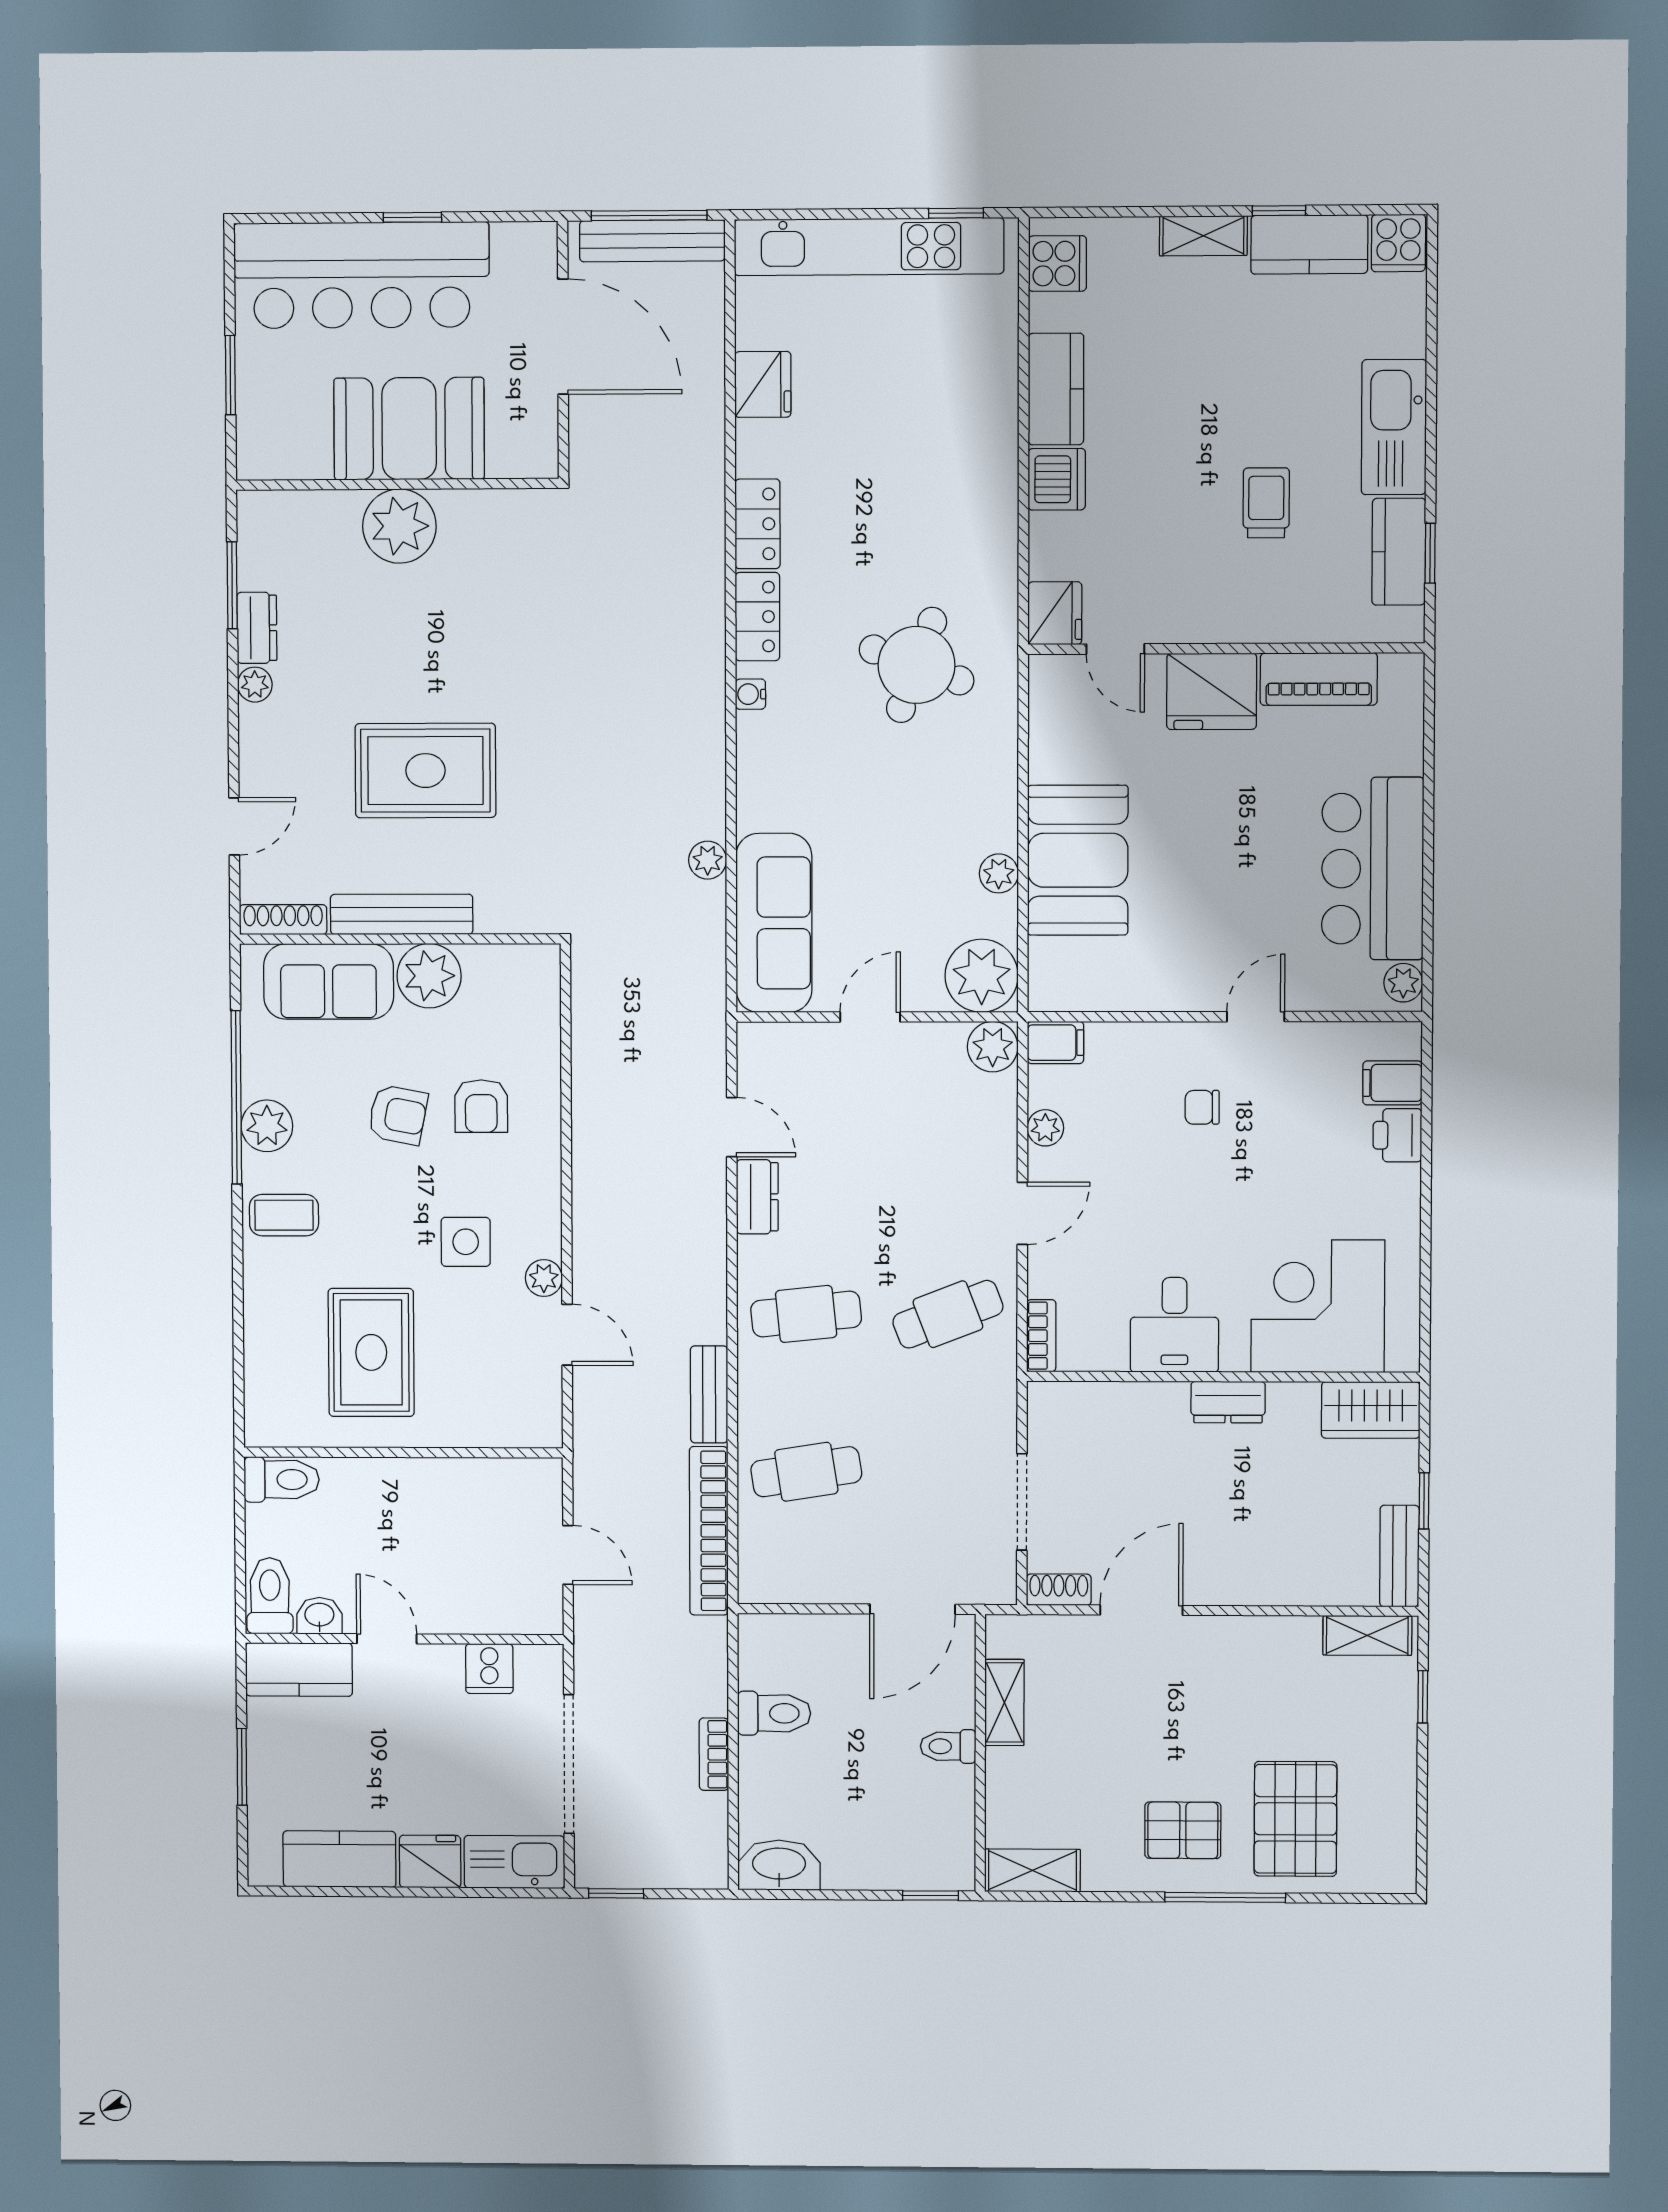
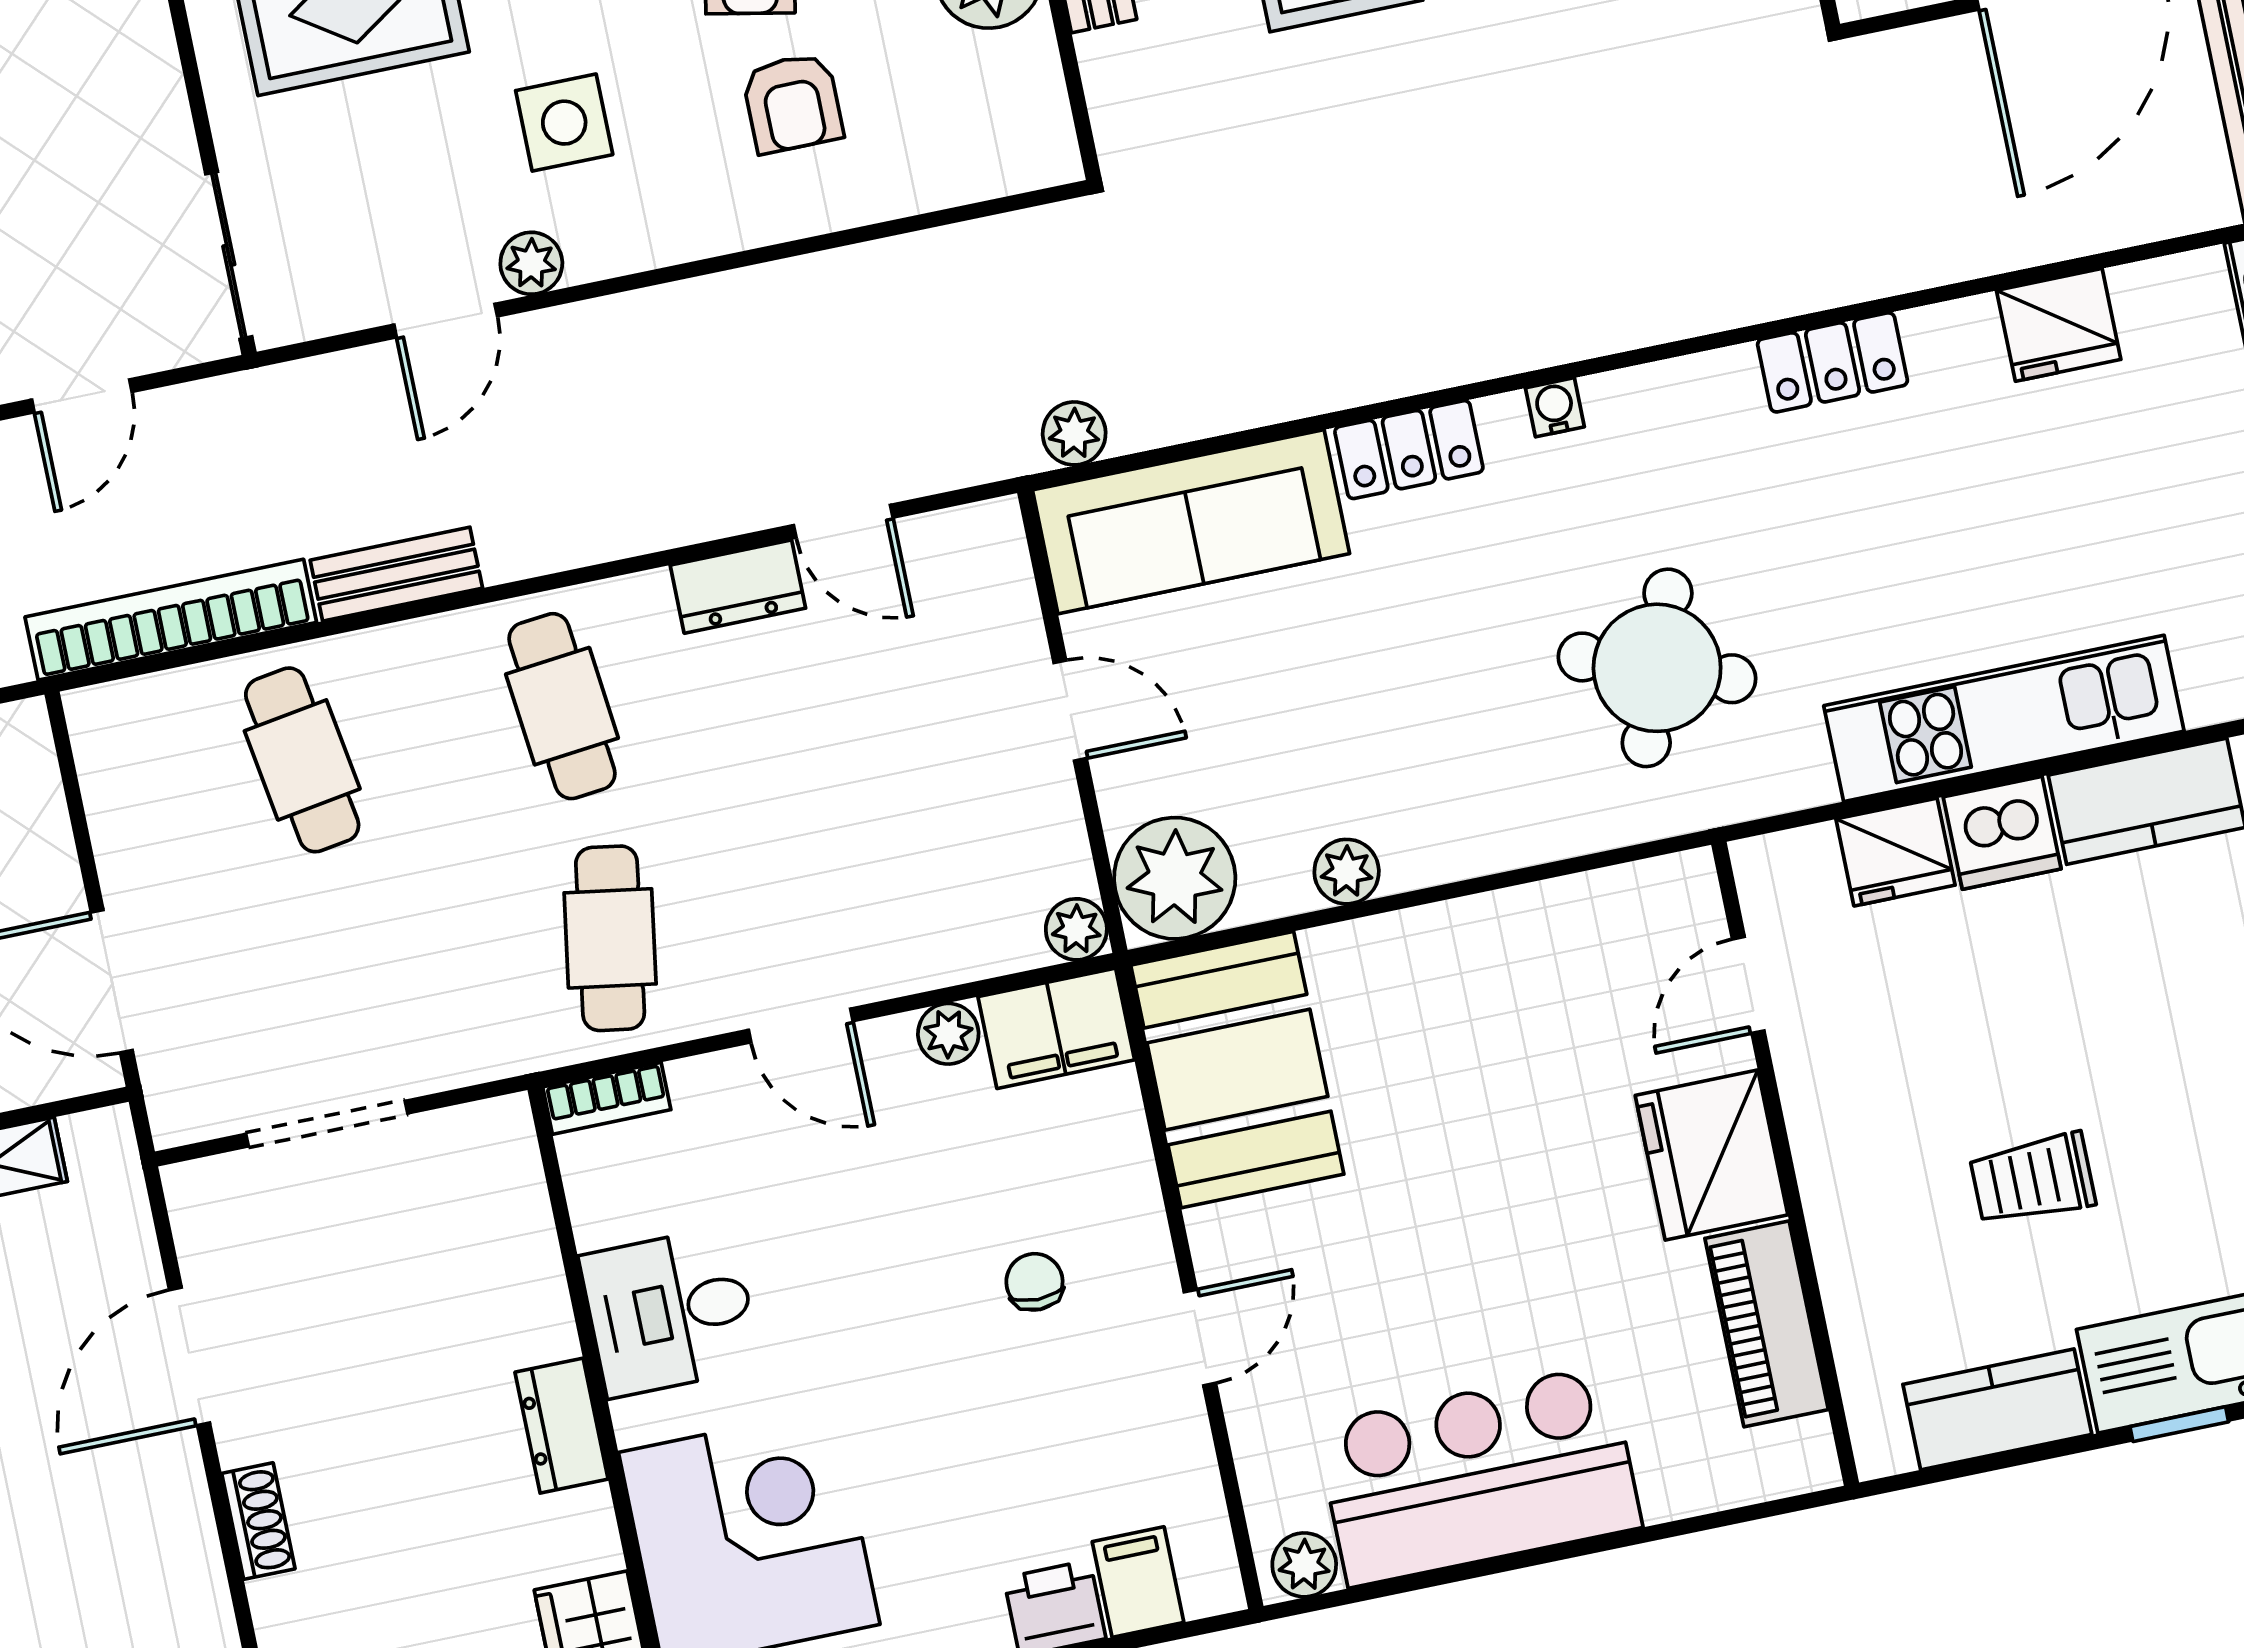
kitchen unit: (989, 464) -> (2004, 718), added
trolley: (1266, 503) -> (2033, 1179), turned 180
window: (1430, 553) -> (2179, 1424), moved
fridge: (1055, 613) -> (1896, 852), moved
locker: (757, 617) -> (1409, 450), moved
plant: (708, 860) -> (1074, 433), moved
booth: (1078, 860) -> (1237, 1070), moved, turned 90
door: (1256, 1017) -> (1200, 1338), hinge flipped
filing cabinet: (1055, 1043) -> (1056, 1028), width x2.00
plant: (993, 1047) -> (1076, 929), width x0.73, depth x0.73
armchair: (481, 1106) -> (793, 103), turned -90
door: (732, 1127) -> (843, 521), hinge flipped
cafe table: (948, 1314) -> (610, 938), turned 30
sliding door: (504, 1453) -> (229, 255), added
shoe rack: (1059, 1590) -> (258, 1521), moved
door: (1141, 1610) -> (189, 1356), swing flipped

